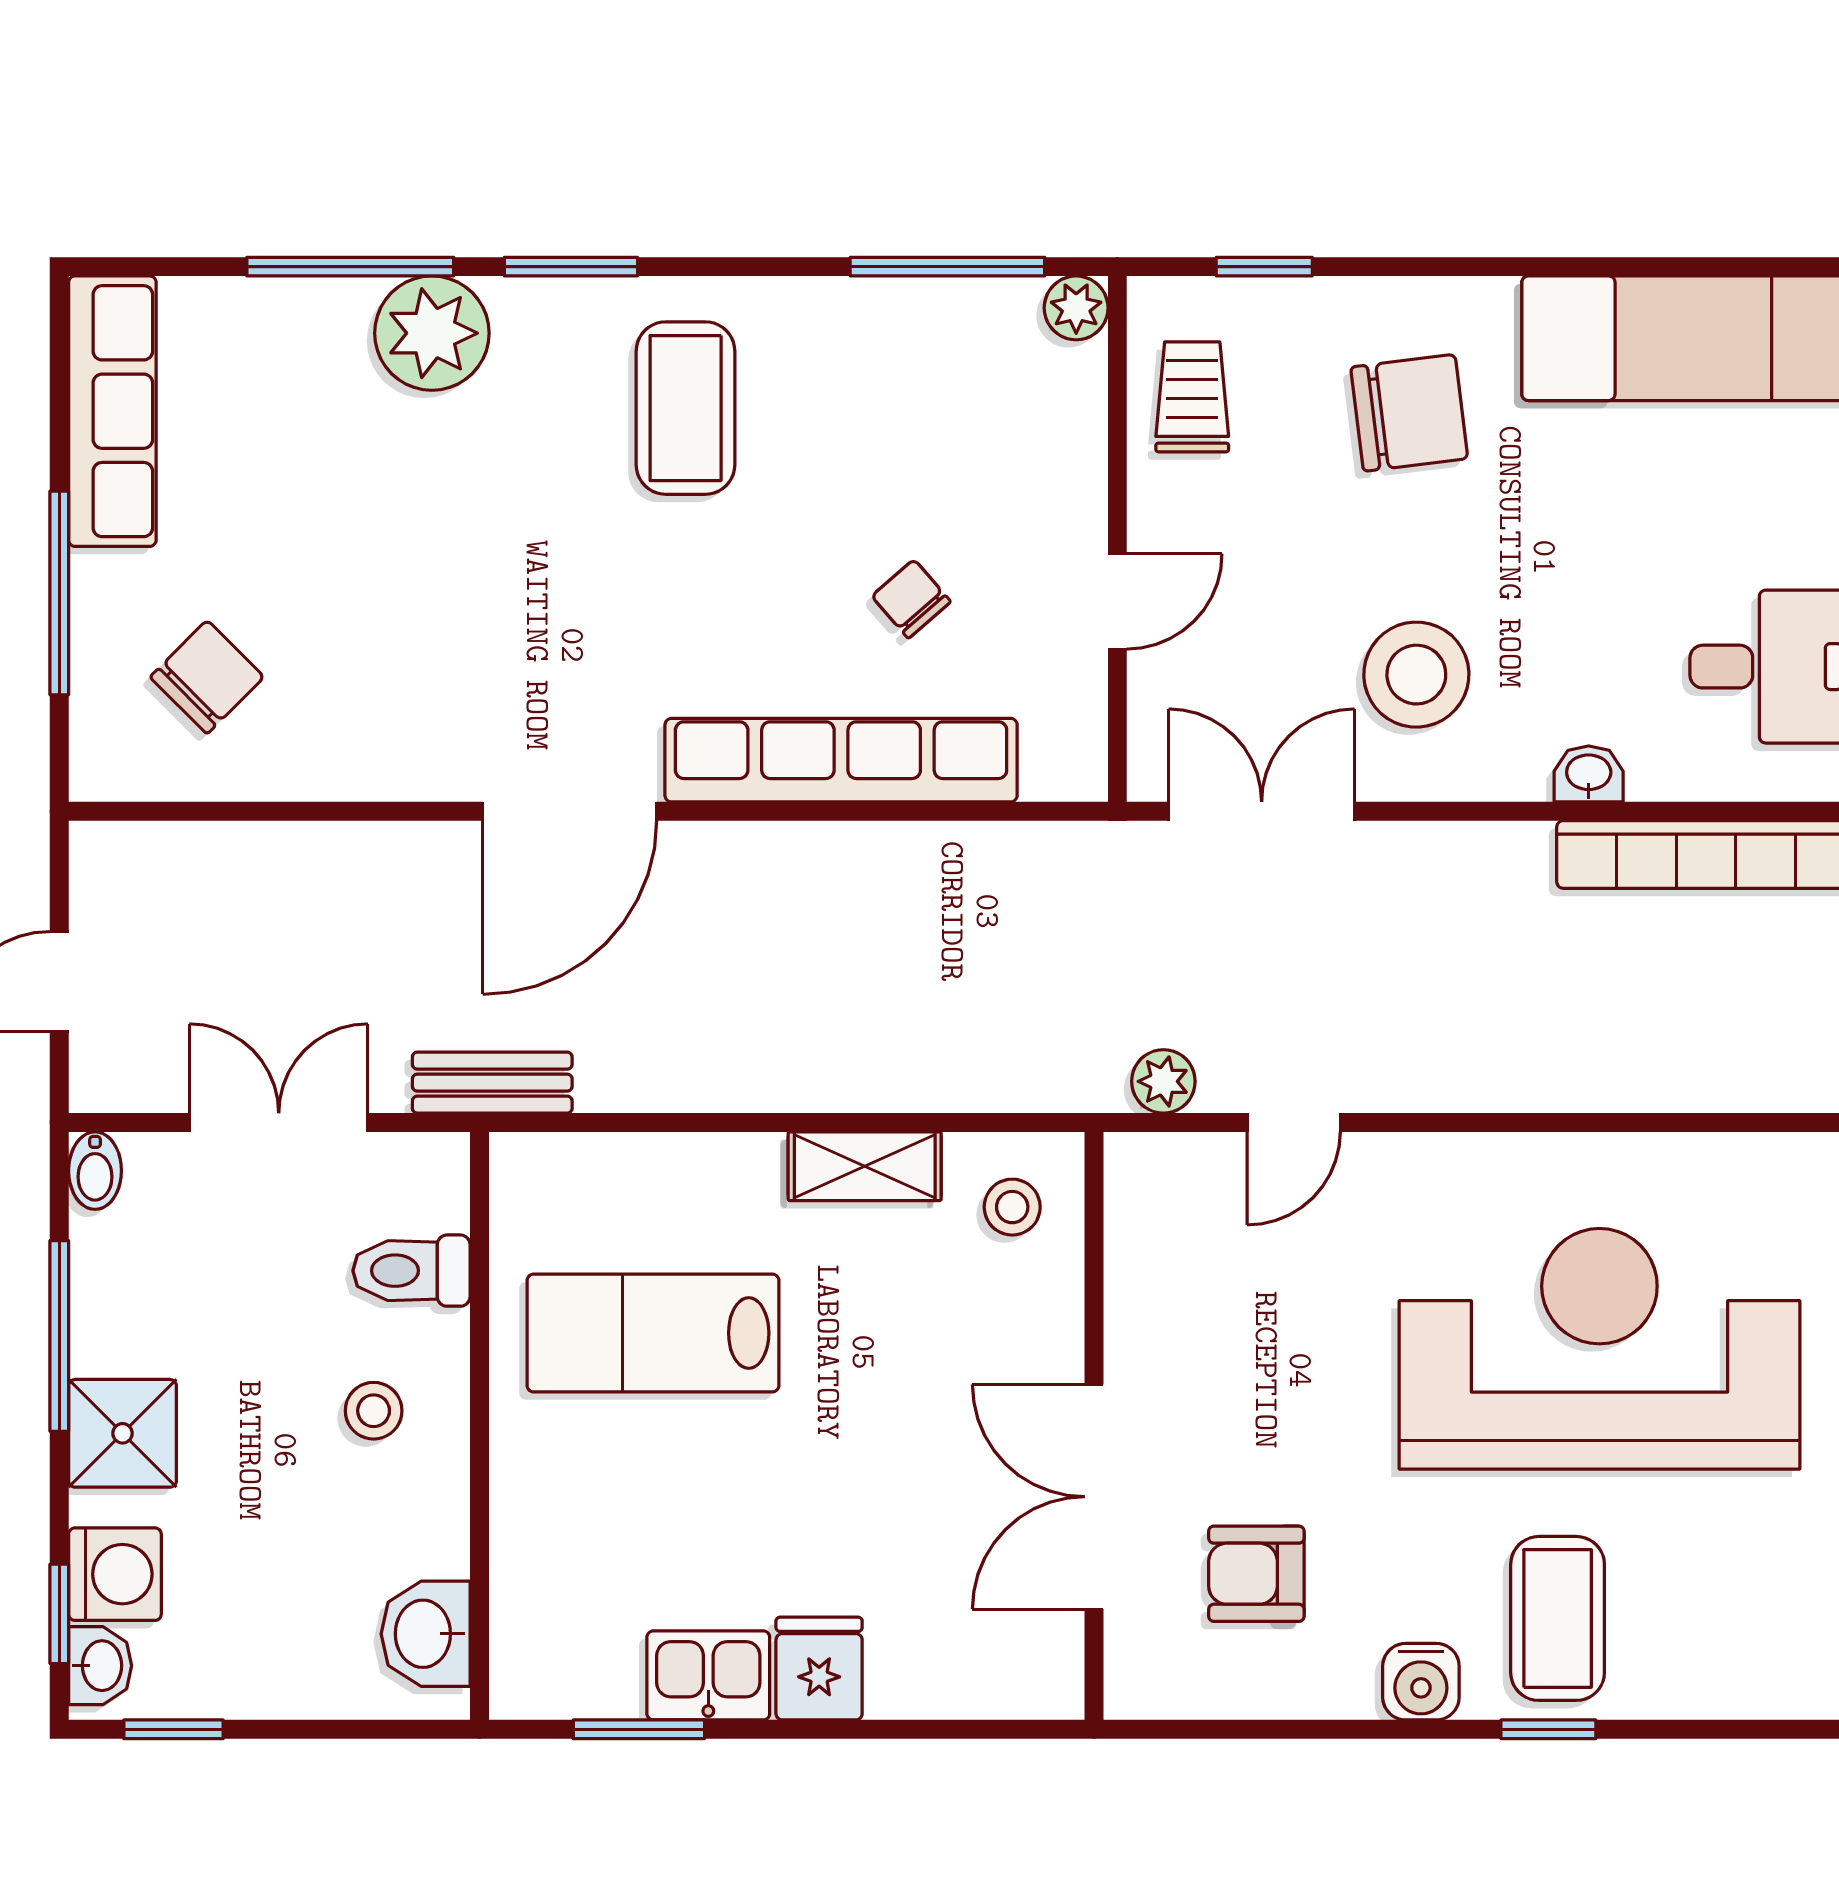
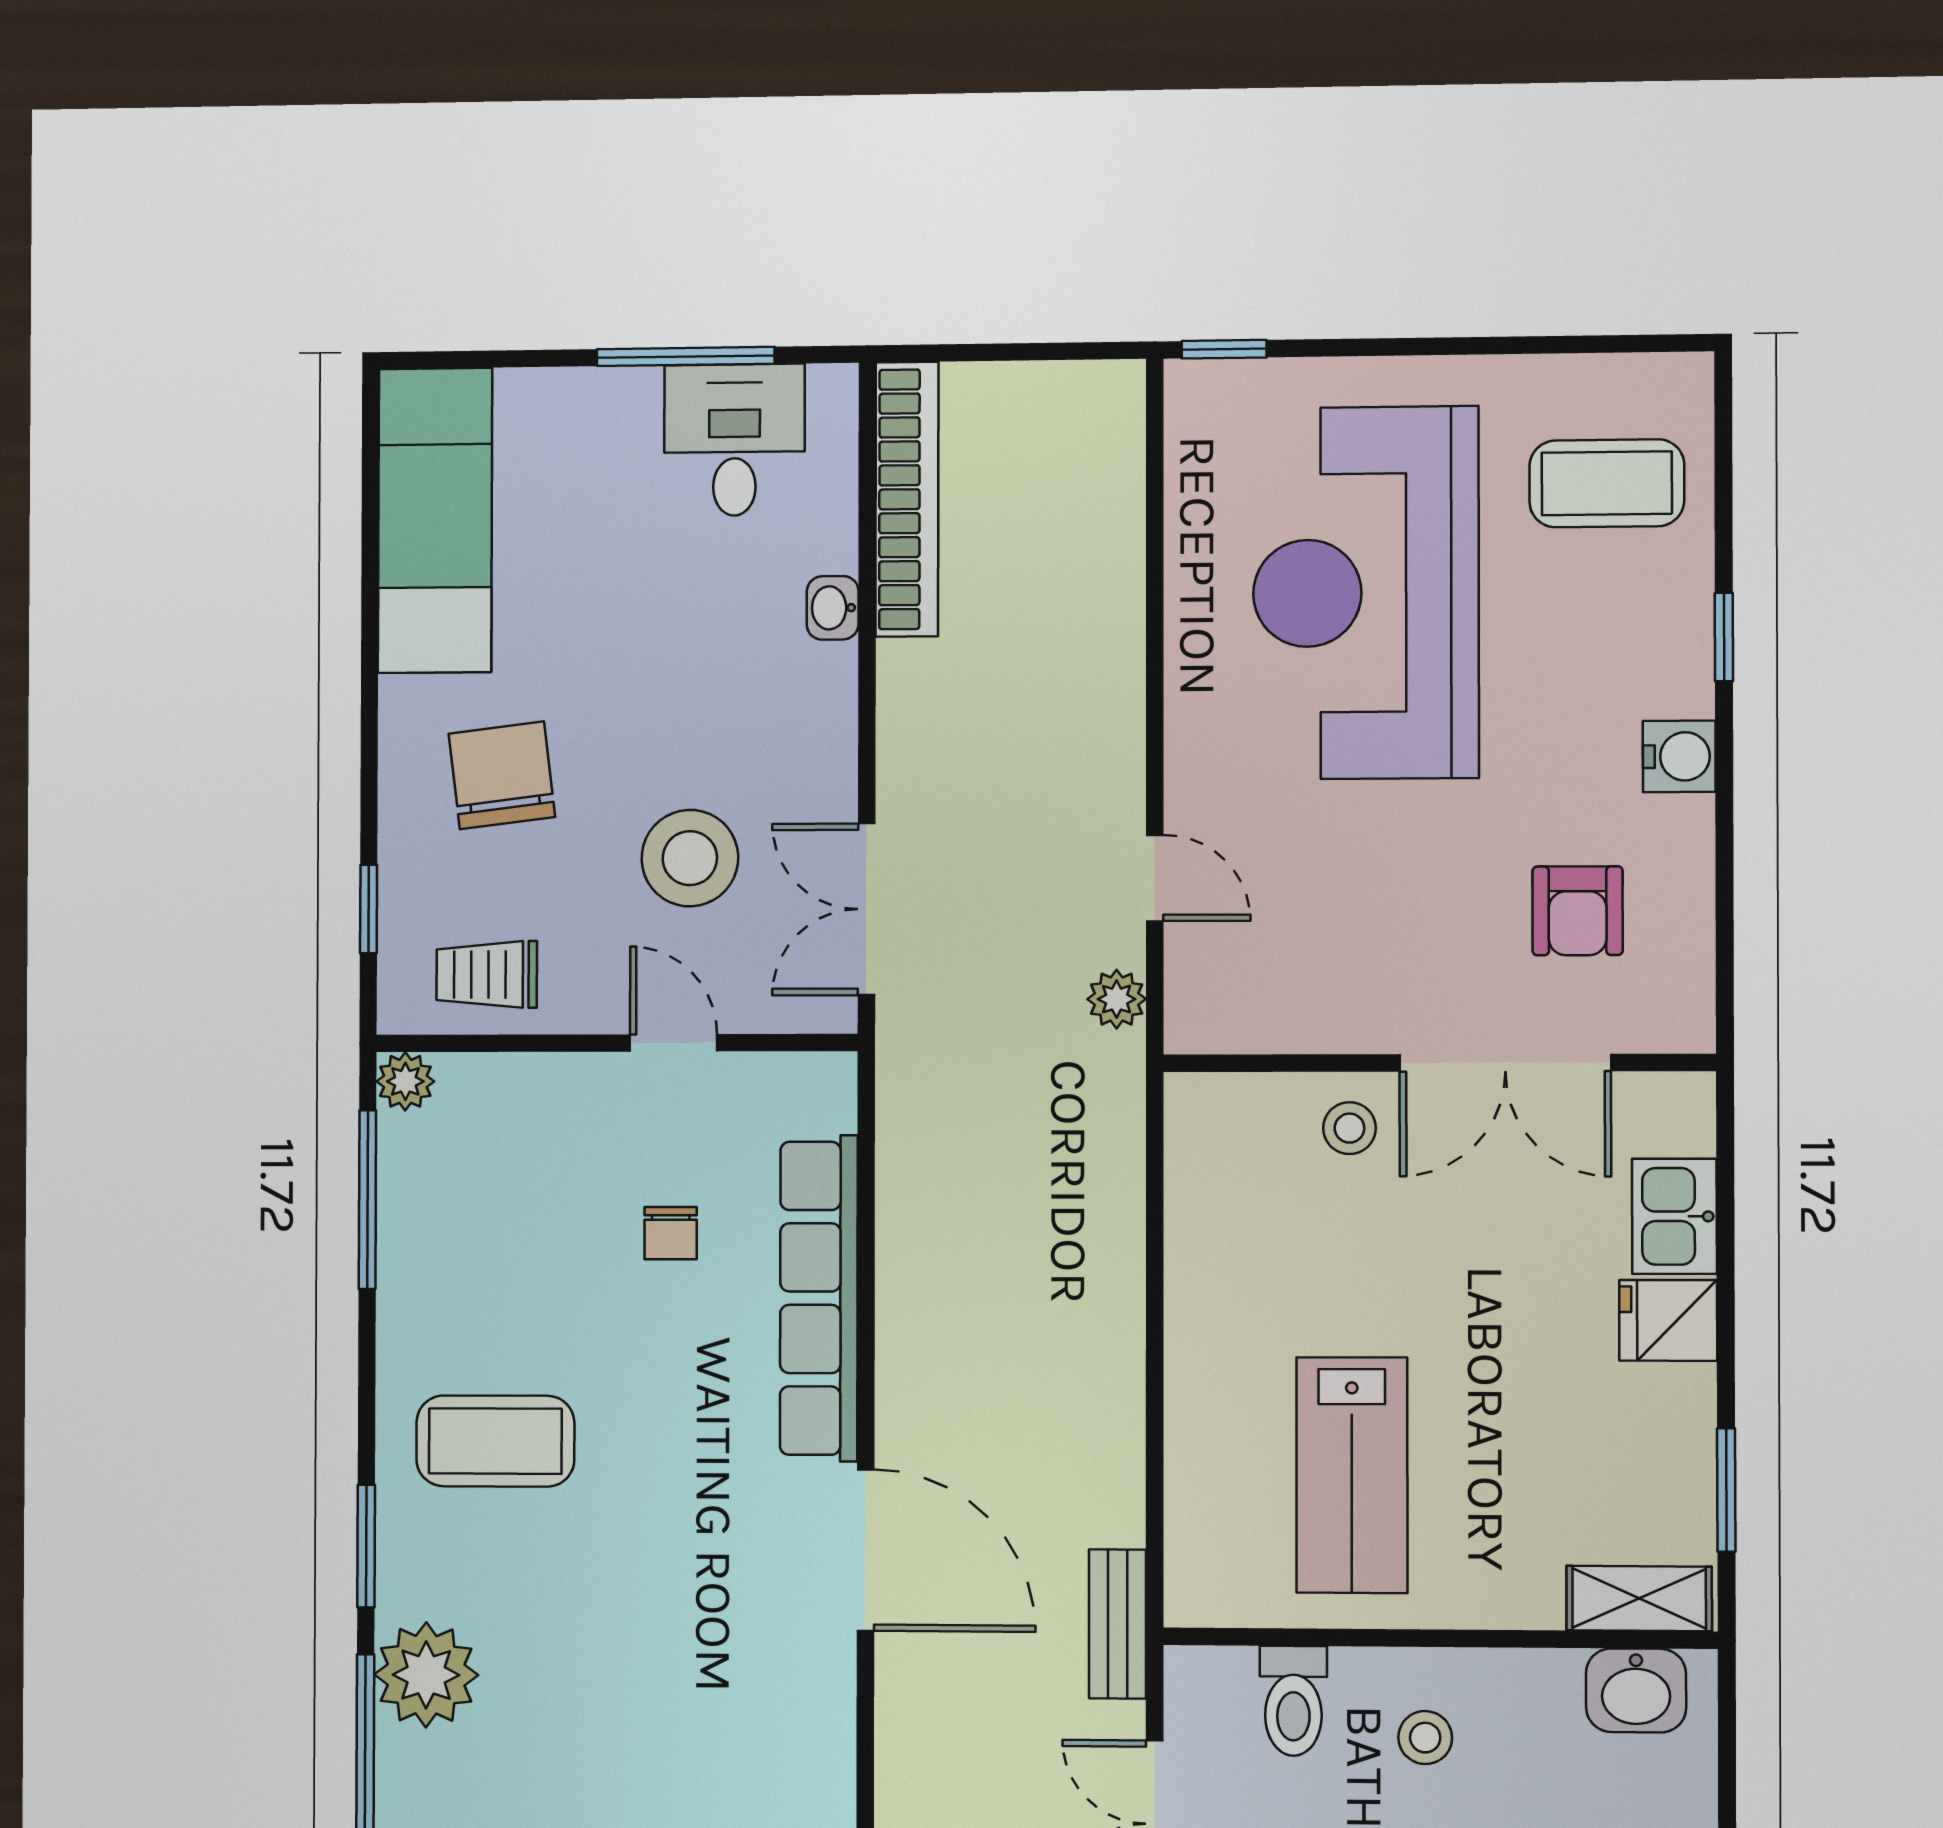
chair: (911, 599) -> (671, 1233), turned -49
stool: (1416, 675) -> (690, 858), moved
shelving: (865, 1166) -> (1639, 1599), moved, turned 90
stool: (1012, 1207) -> (1349, 1128), moved
coffee table: (1558, 1618) -> (1607, 483), moved
kitchen sink: (708, 1675) -> (1674, 1216), moved

